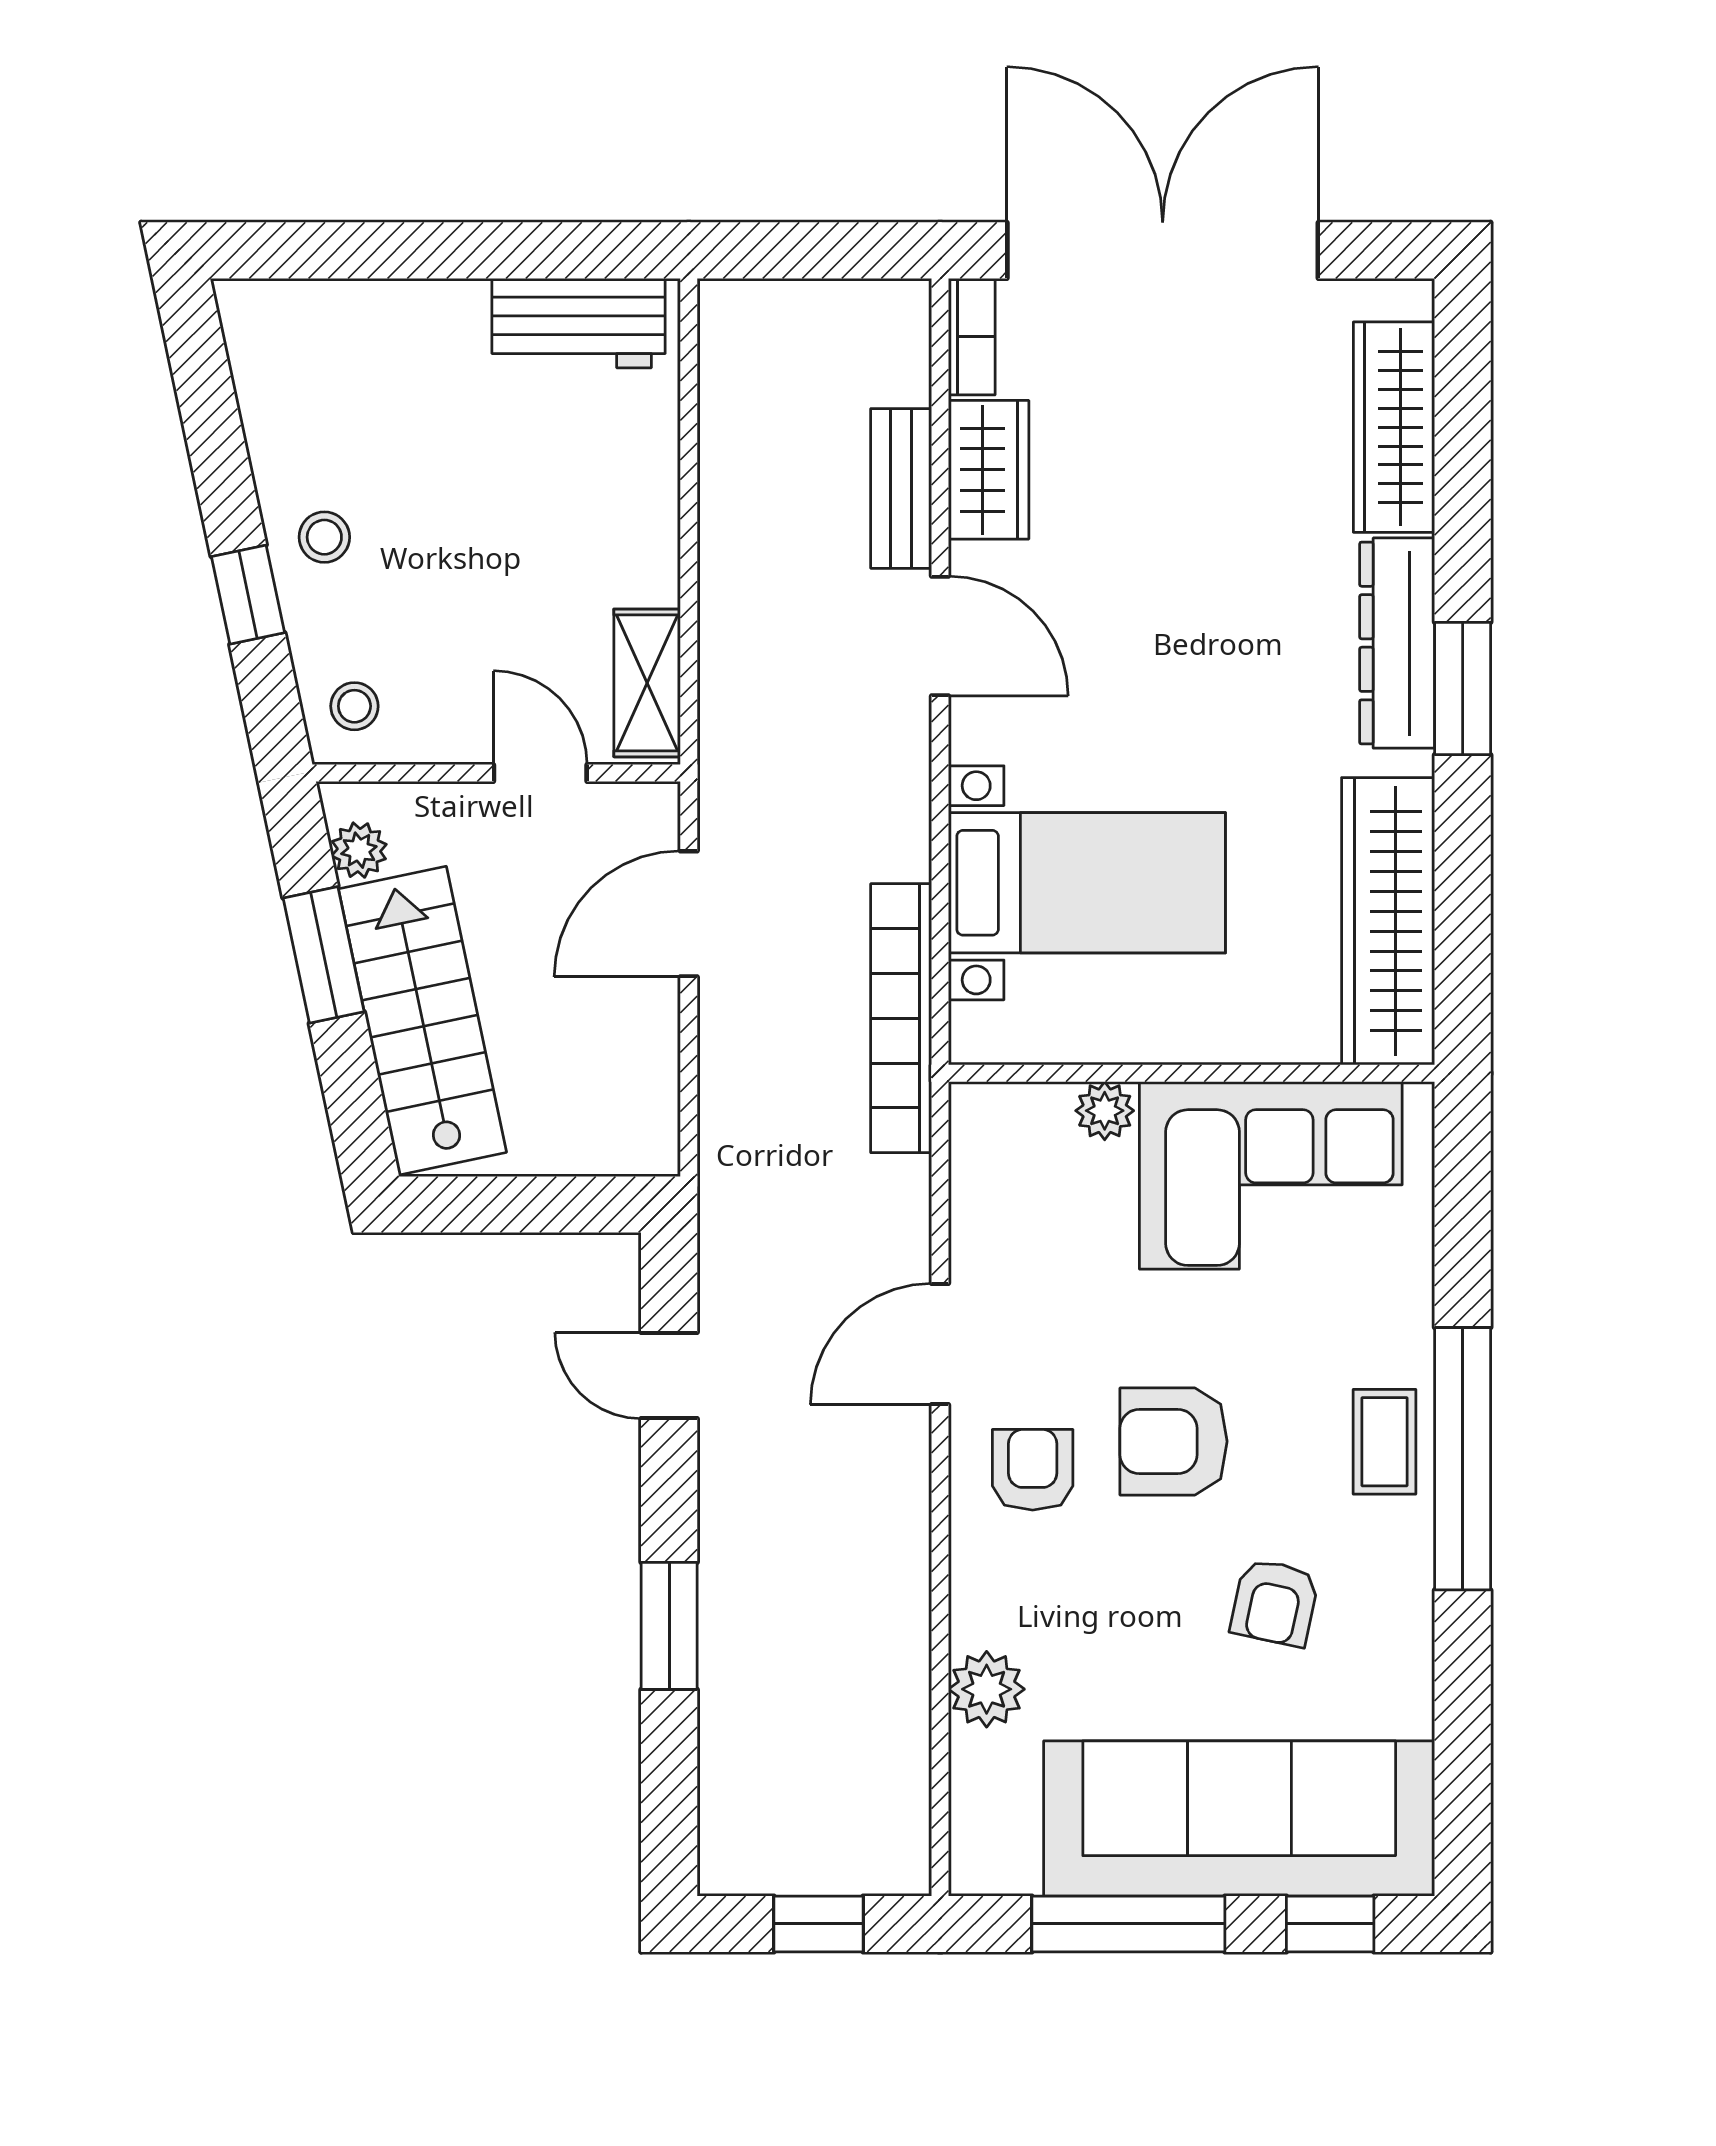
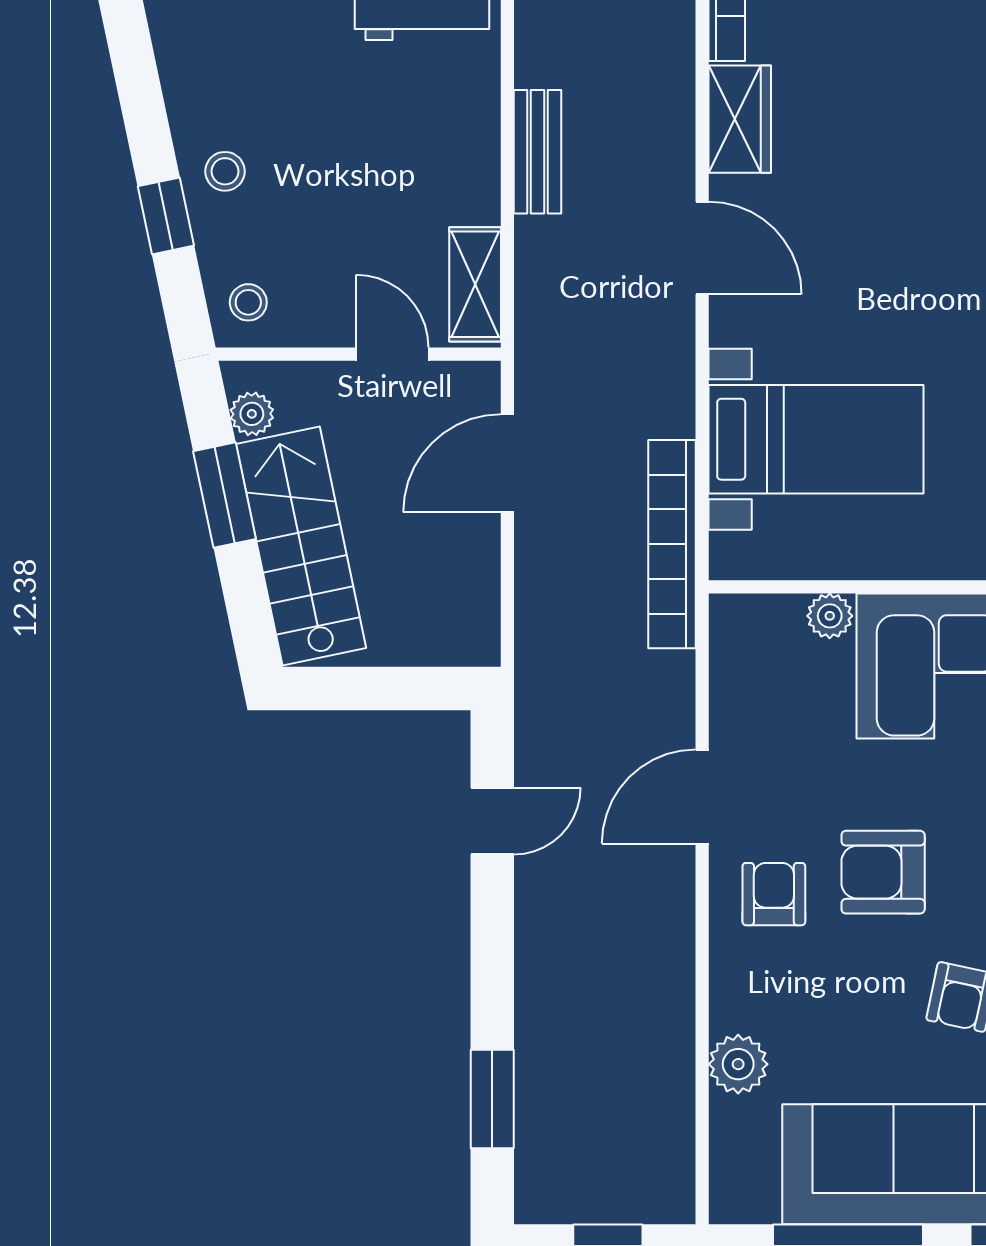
bench: (901, 488) -> (537, 152), moved
door: (669, 1375) -> (492, 821), swing flipped
window: (669, 1626) -> (492, 1099), moved

